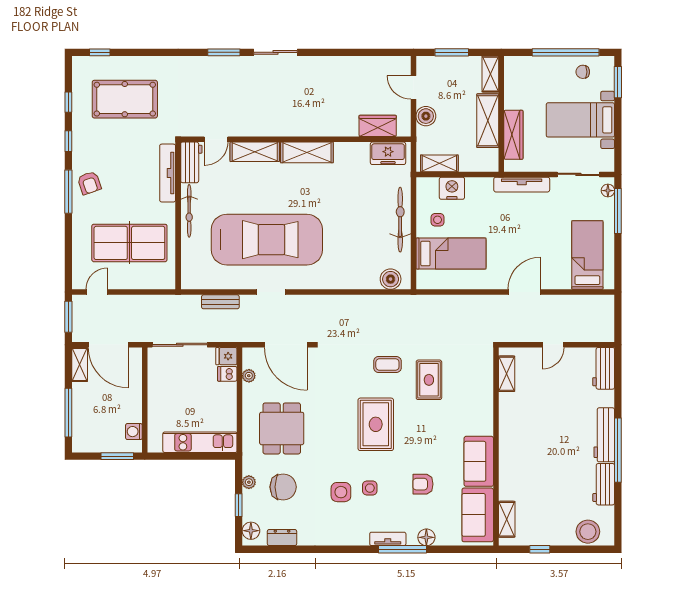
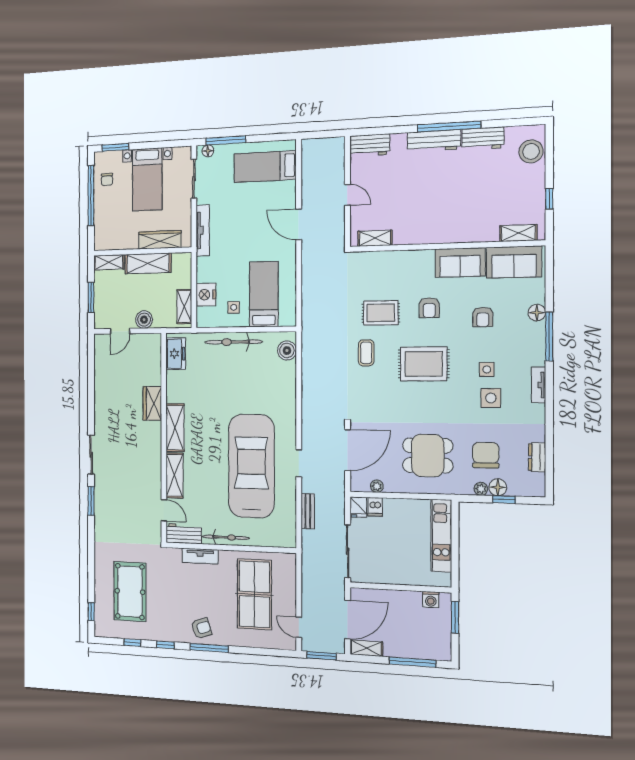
wardrobe: (378, 126) -> (152, 403), moved
tv unit: (168, 173) -> (200, 556), width x0.71
armchair: (433, 430) -> (429, 308), added
floor lamp: (251, 531) -> (498, 487), moved
tv unit: (388, 539) -> (538, 385), moved

